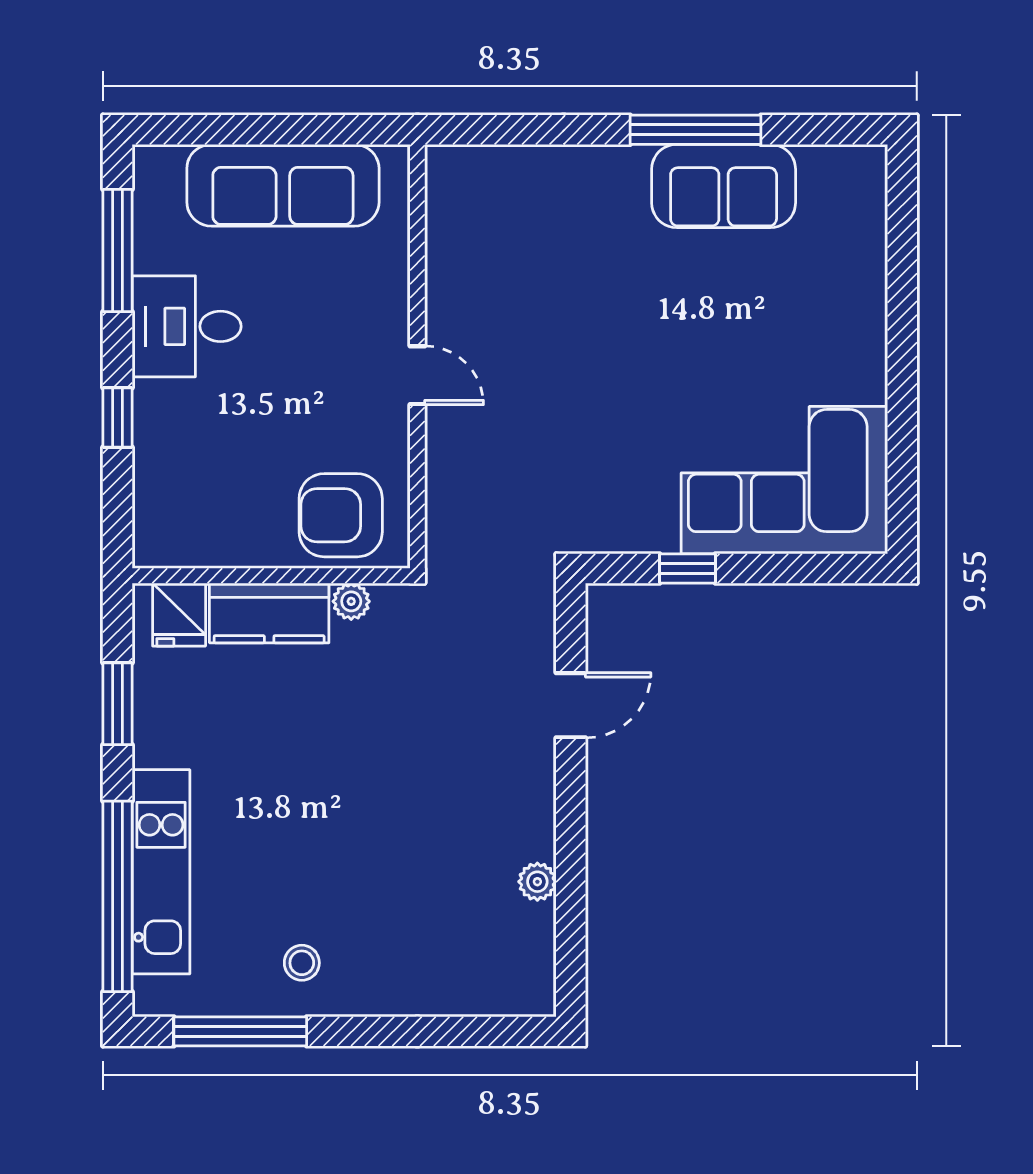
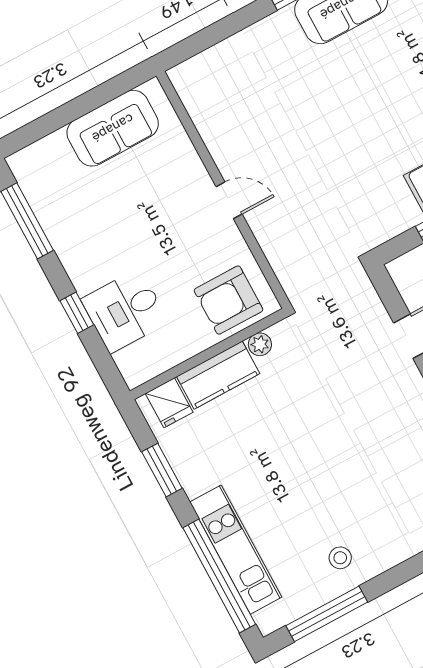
sofa: (283, 185) -> (113, 128), width x0.73
desk: (187, 326) -> (125, 311), moved

